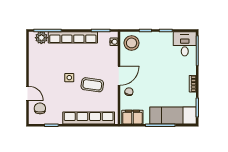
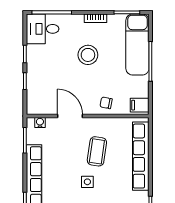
stool: (132, 43) -> (88, 55), moved
door: (119, 76) -> (70, 116), moved
filing cabinet: (132, 117) -> (140, 105), width x0.50

